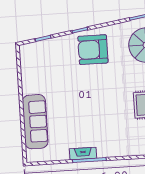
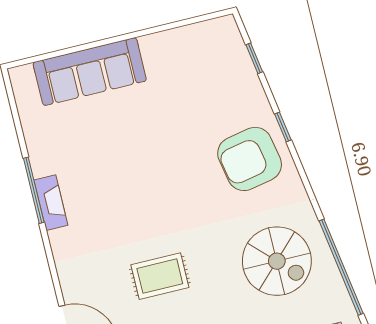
armchair: (93, 50) -> (250, 159), turned -101
fireplace: (83, 154) -> (51, 203), moved

